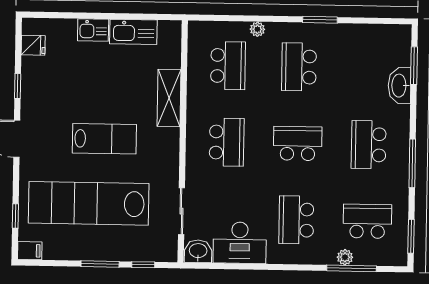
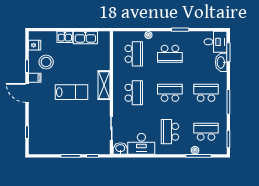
desk: (389, 45) -> (215, 42), added
school desk: (299, 67) -> (170, 54), turned -90
stool: (55, 79) -> (46, 62), added
shelving: (169, 98) -> (104, 85), moved
school desk: (369, 145) -> (206, 93), turned 90
lab bench: (89, 203) -> (64, 125), removed
filing cabinet: (30, 251) -> (35, 78), moved

